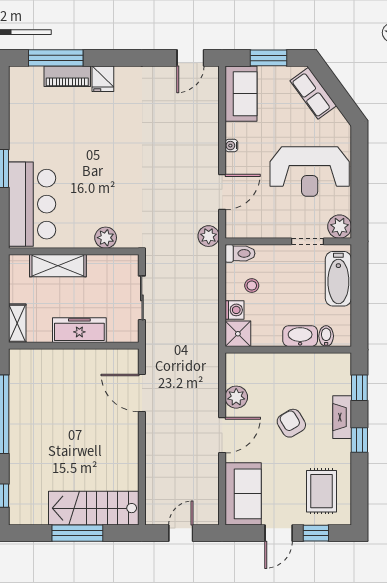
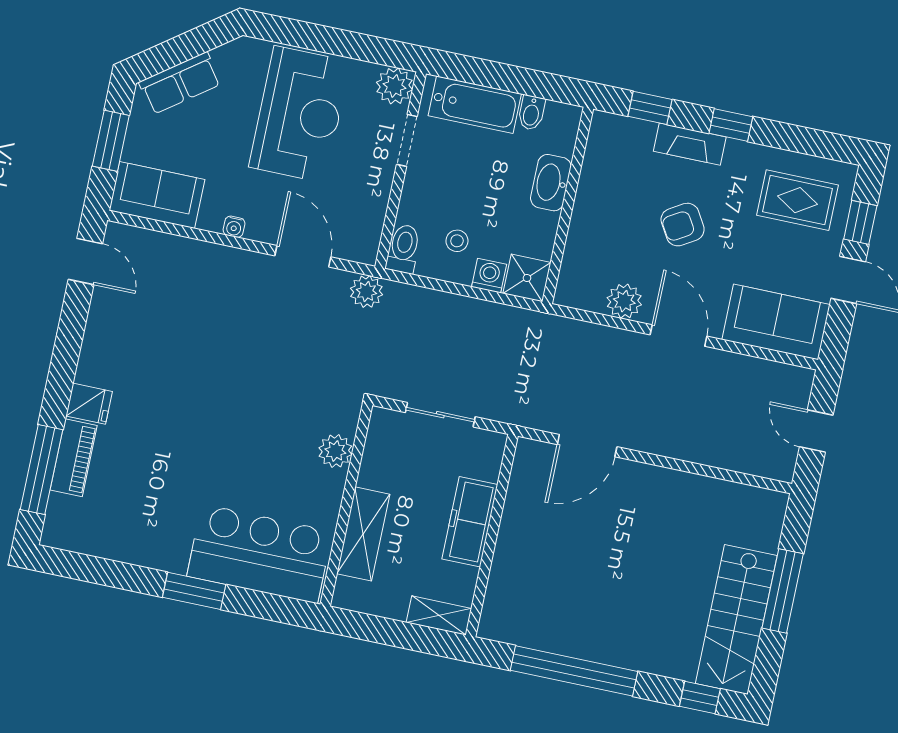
bidet: (326, 336) -> (531, 113), moved, turned -90
stairs: (94, 508) -> (736, 619), moved

